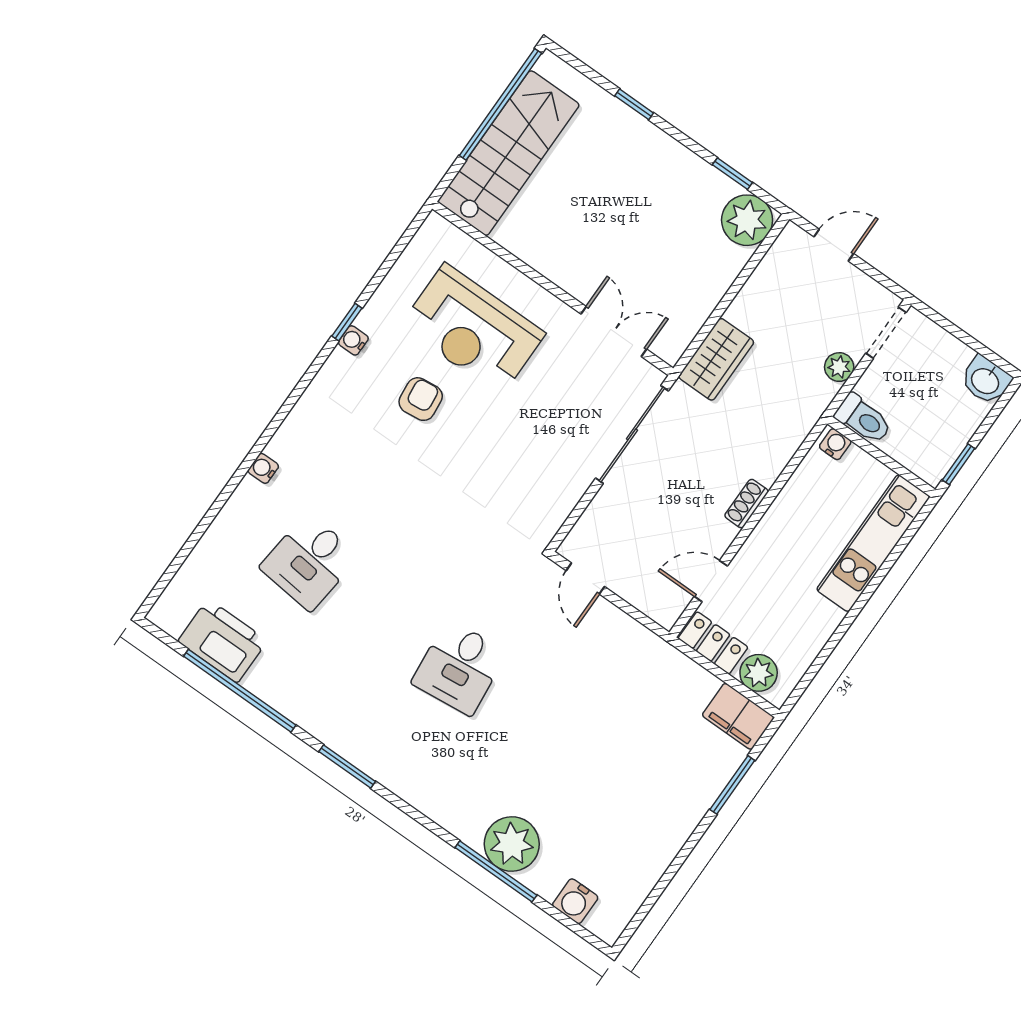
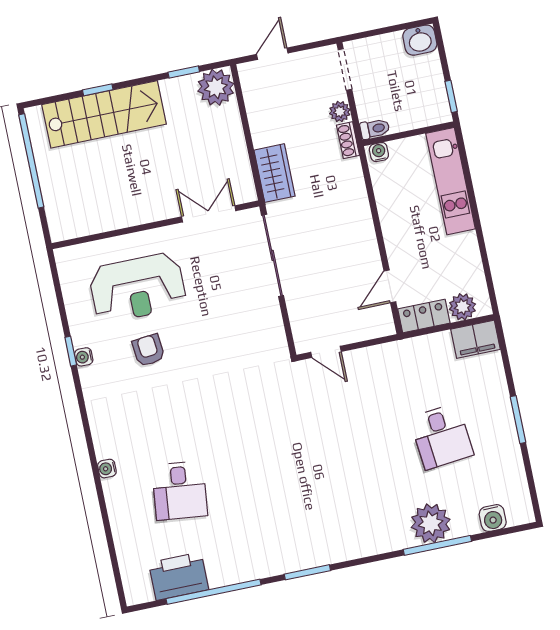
stairs: (509, 153) -> (104, 114), moved, turned 90
toilet: (863, 419) -> (375, 129), width x0.73, depth x0.72
shoe rack: (746, 504) -> (348, 140), moved
desk: (459, 667) -> (441, 436), moved
window: (732, 785) -> (518, 420), moved

